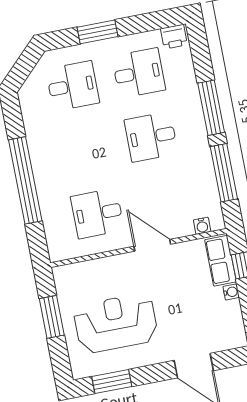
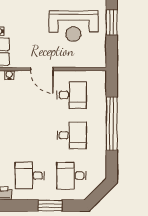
desk: (151, 137) -> (72, 135), moved
window: (52, 317) -> (112, 22), moved

